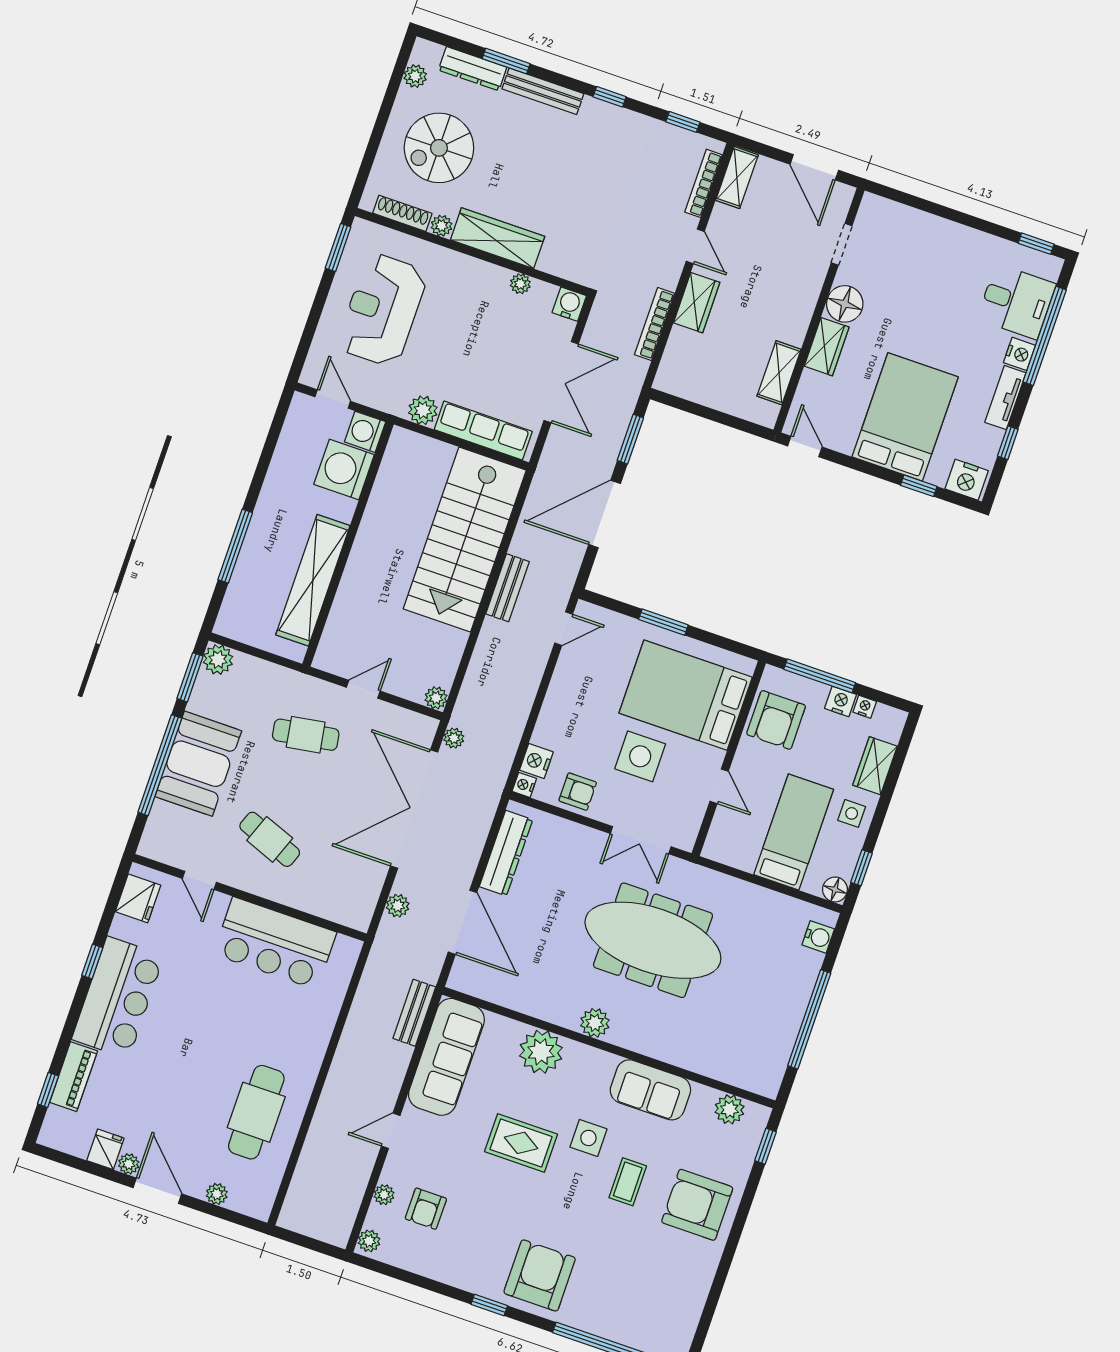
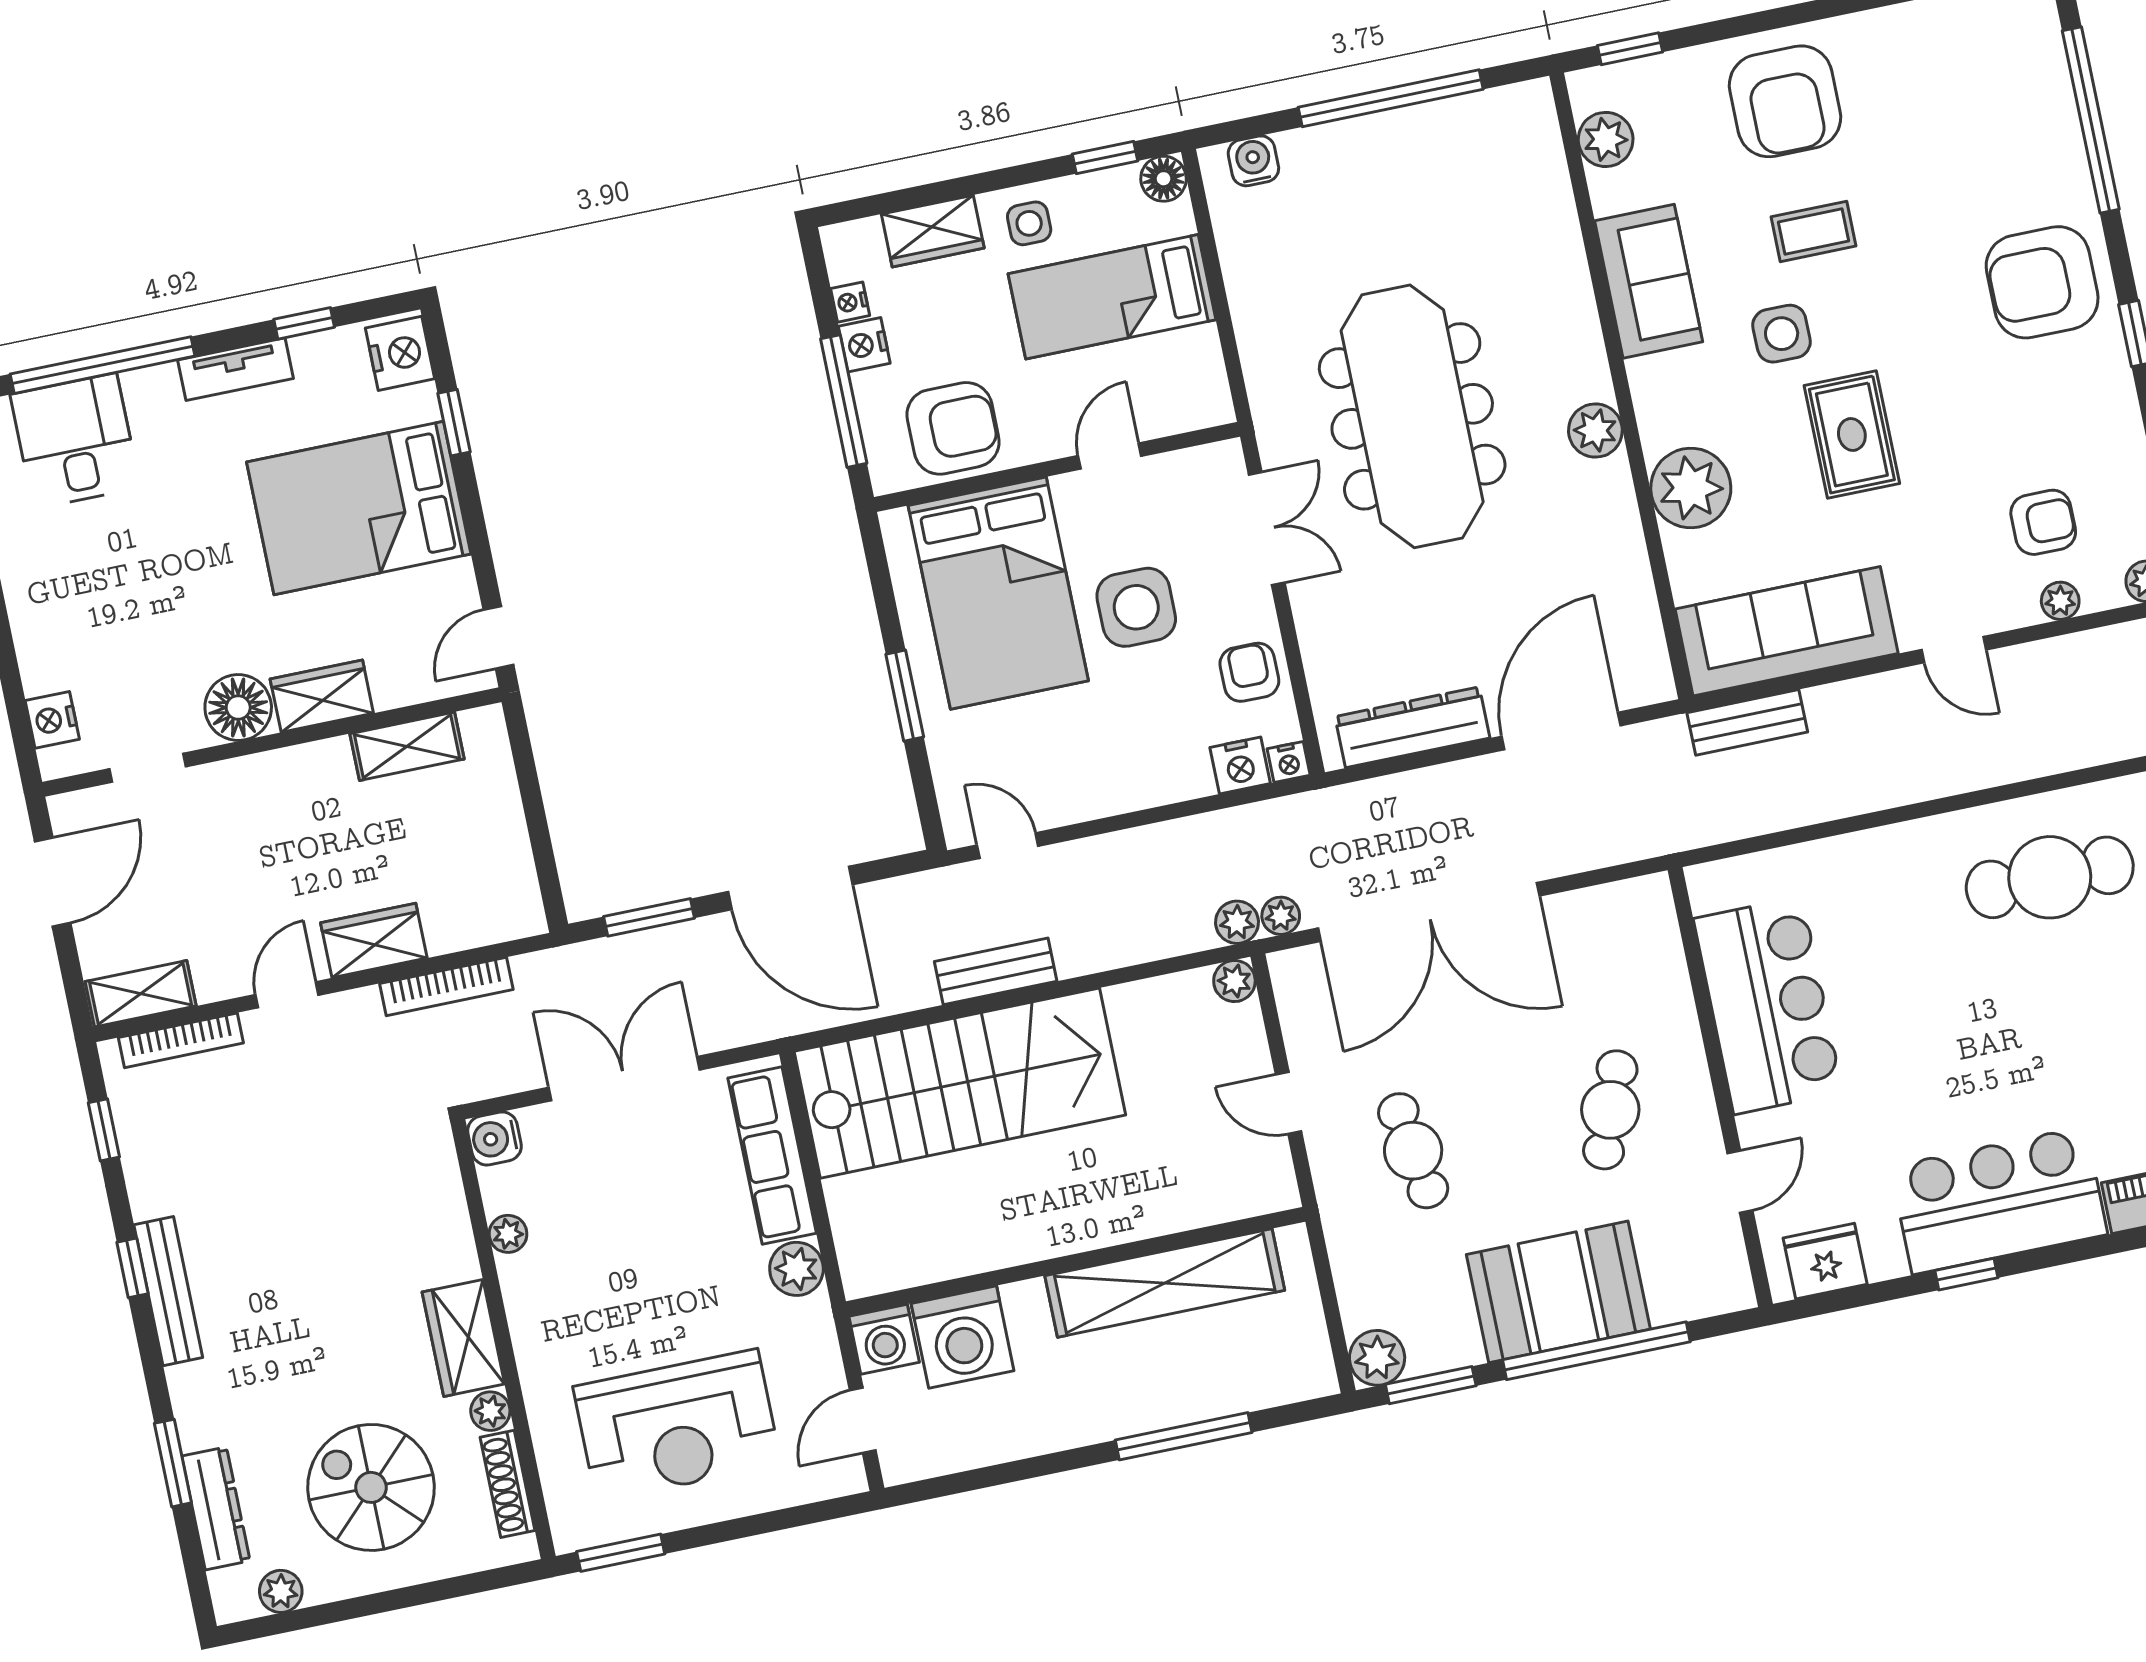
bench: (543, 91) -> (168, 1291), moved
spiral stairs: (439, 148) -> (371, 1487), turned 180
wardrobe: (498, 238) -> (463, 1338), width x0.67
nightstand: (1019, 354) -> (52, 720), moved, turned -90
plant: (398, 906) -> (1237, 922), moved

